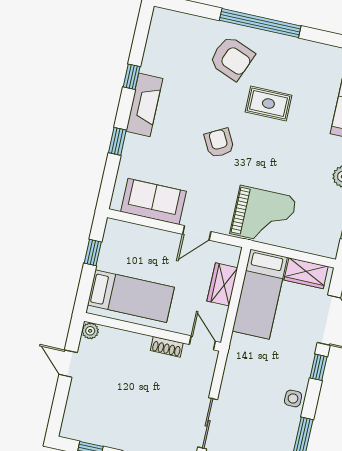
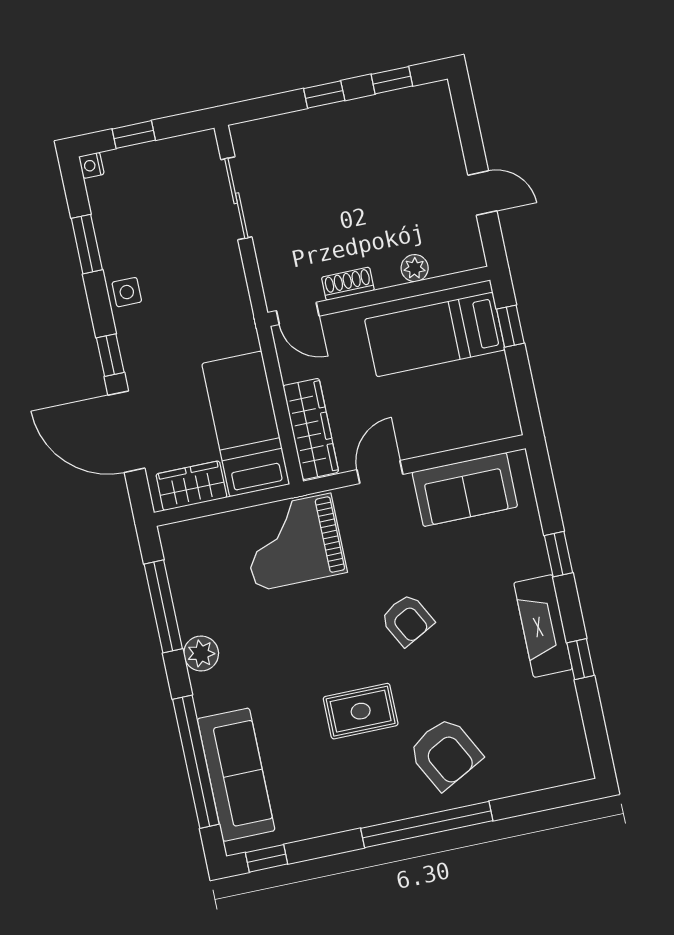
armchair: (232, 58) -> (445, 753), turned -140
window: (93, 253) -> (510, 326), moved
wardrobe: (222, 284) -> (311, 429), width x1.50
plant: (90, 331) -> (415, 268), moved

